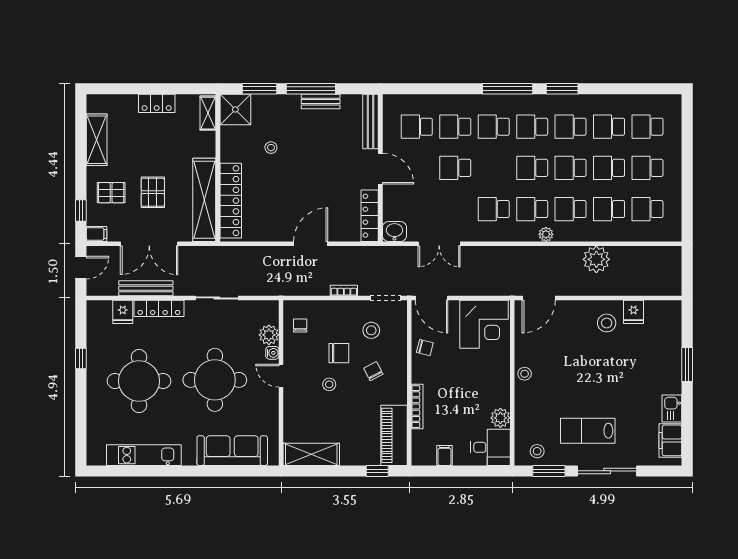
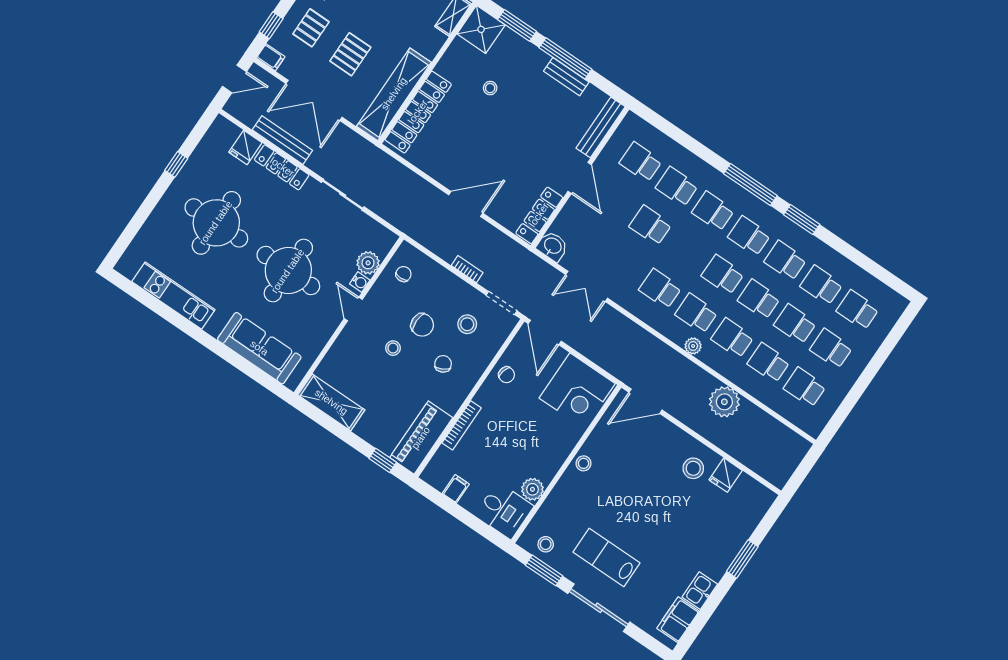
pallet: (111, 193) -> (311, 28), turned 90

